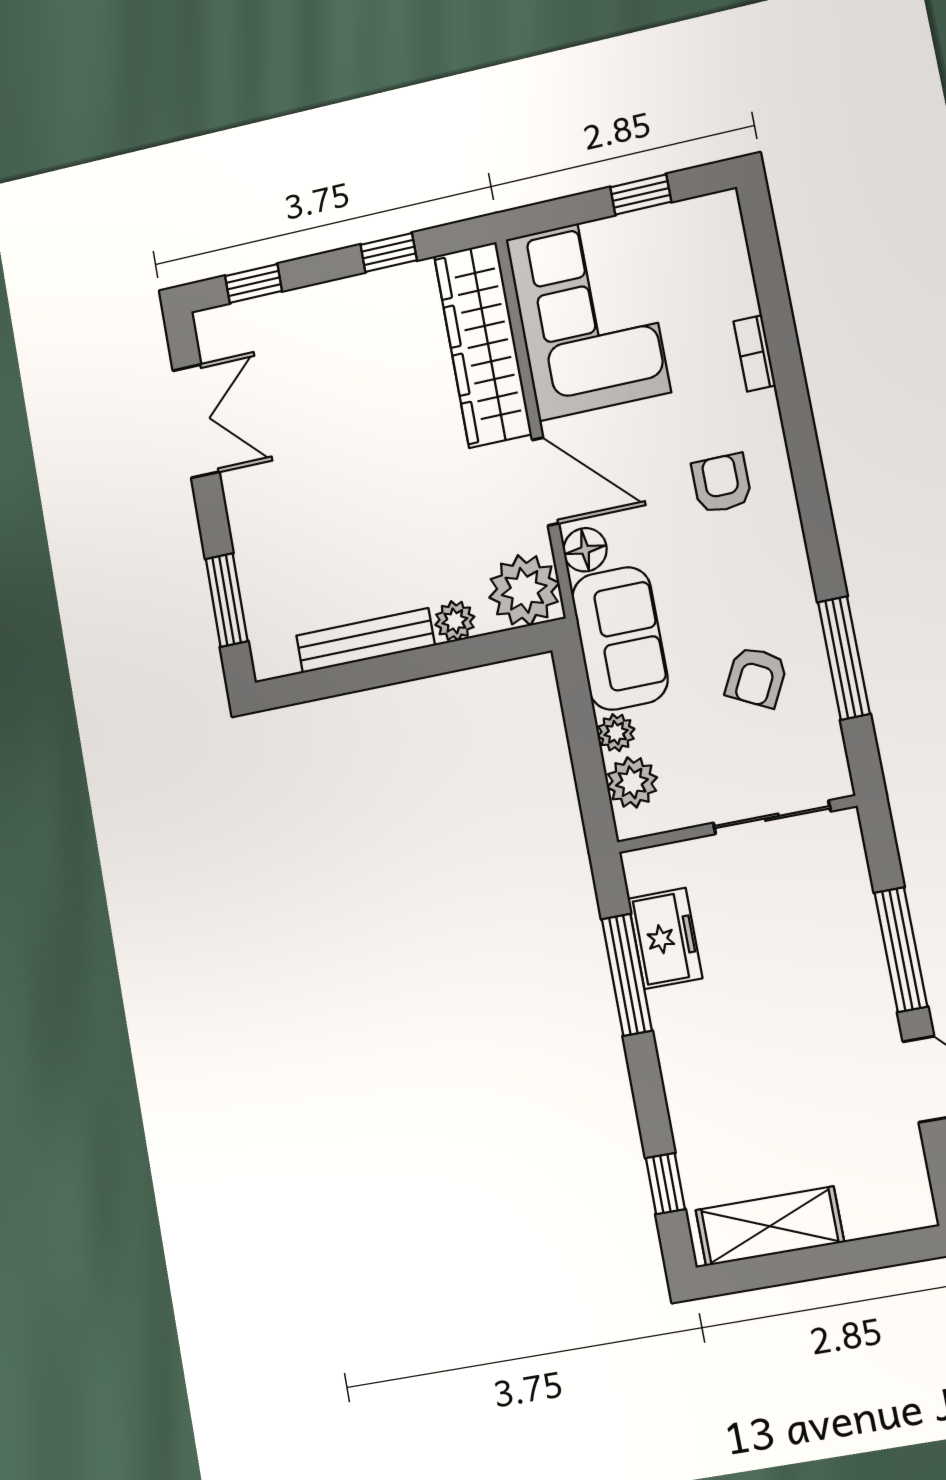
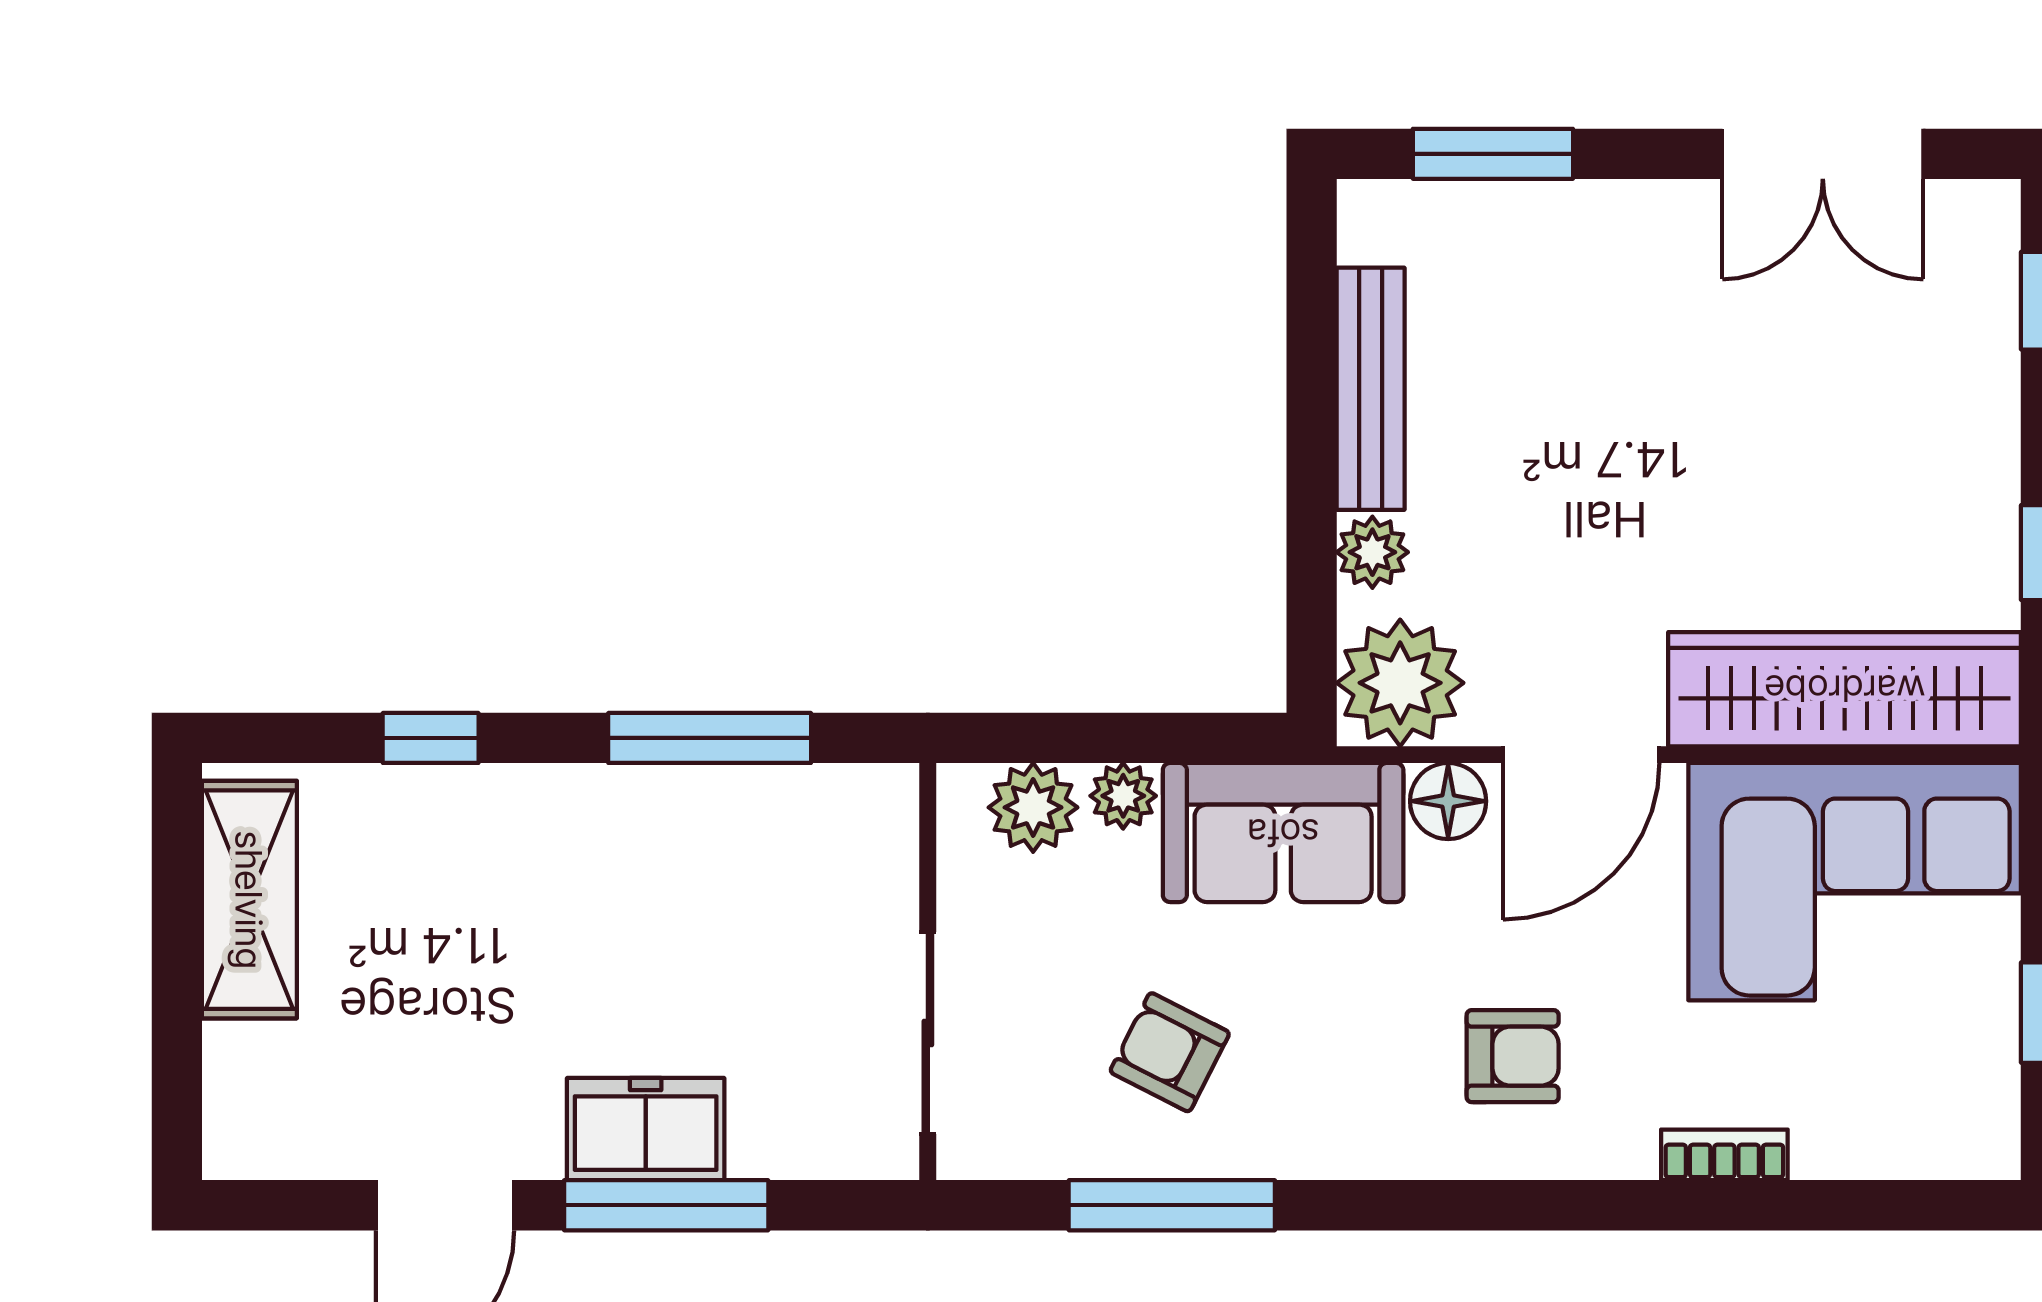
freezer: (665, 938) -> (646, 1129), moved, turned 180
window: (665, 1184) -> (431, 738), moved

